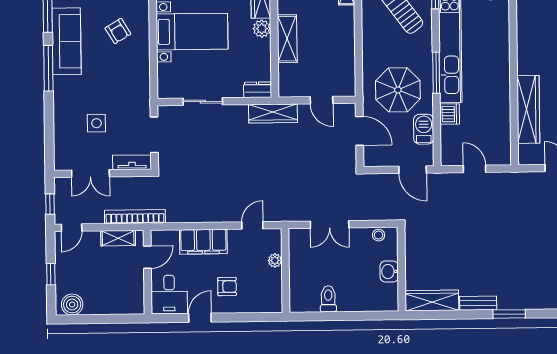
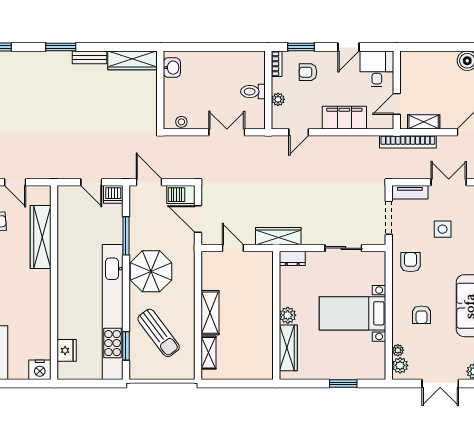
armchair: (118, 31) -> (422, 315), turned -149
shelving: (287, 39) -> (210, 313), moved
window: (436, 73) -> (126, 236), moved
armchair: (130, 87) -> (410, 262), added
parasol: (398, 90) -> (151, 271), moved
dishwasher: (450, 114) -> (113, 194), moved, turned -90
barbecue: (424, 129) -> (181, 195), moved, turned 90
washbasin: (389, 272) -> (172, 68), moved
armchair: (227, 287) -> (308, 72), moved
bookcase: (277, 299) -> (277, 64), added
toilet: (328, 299) -> (253, 92), moved, turned 90
window: (251, 317) -> (301, 47), added

